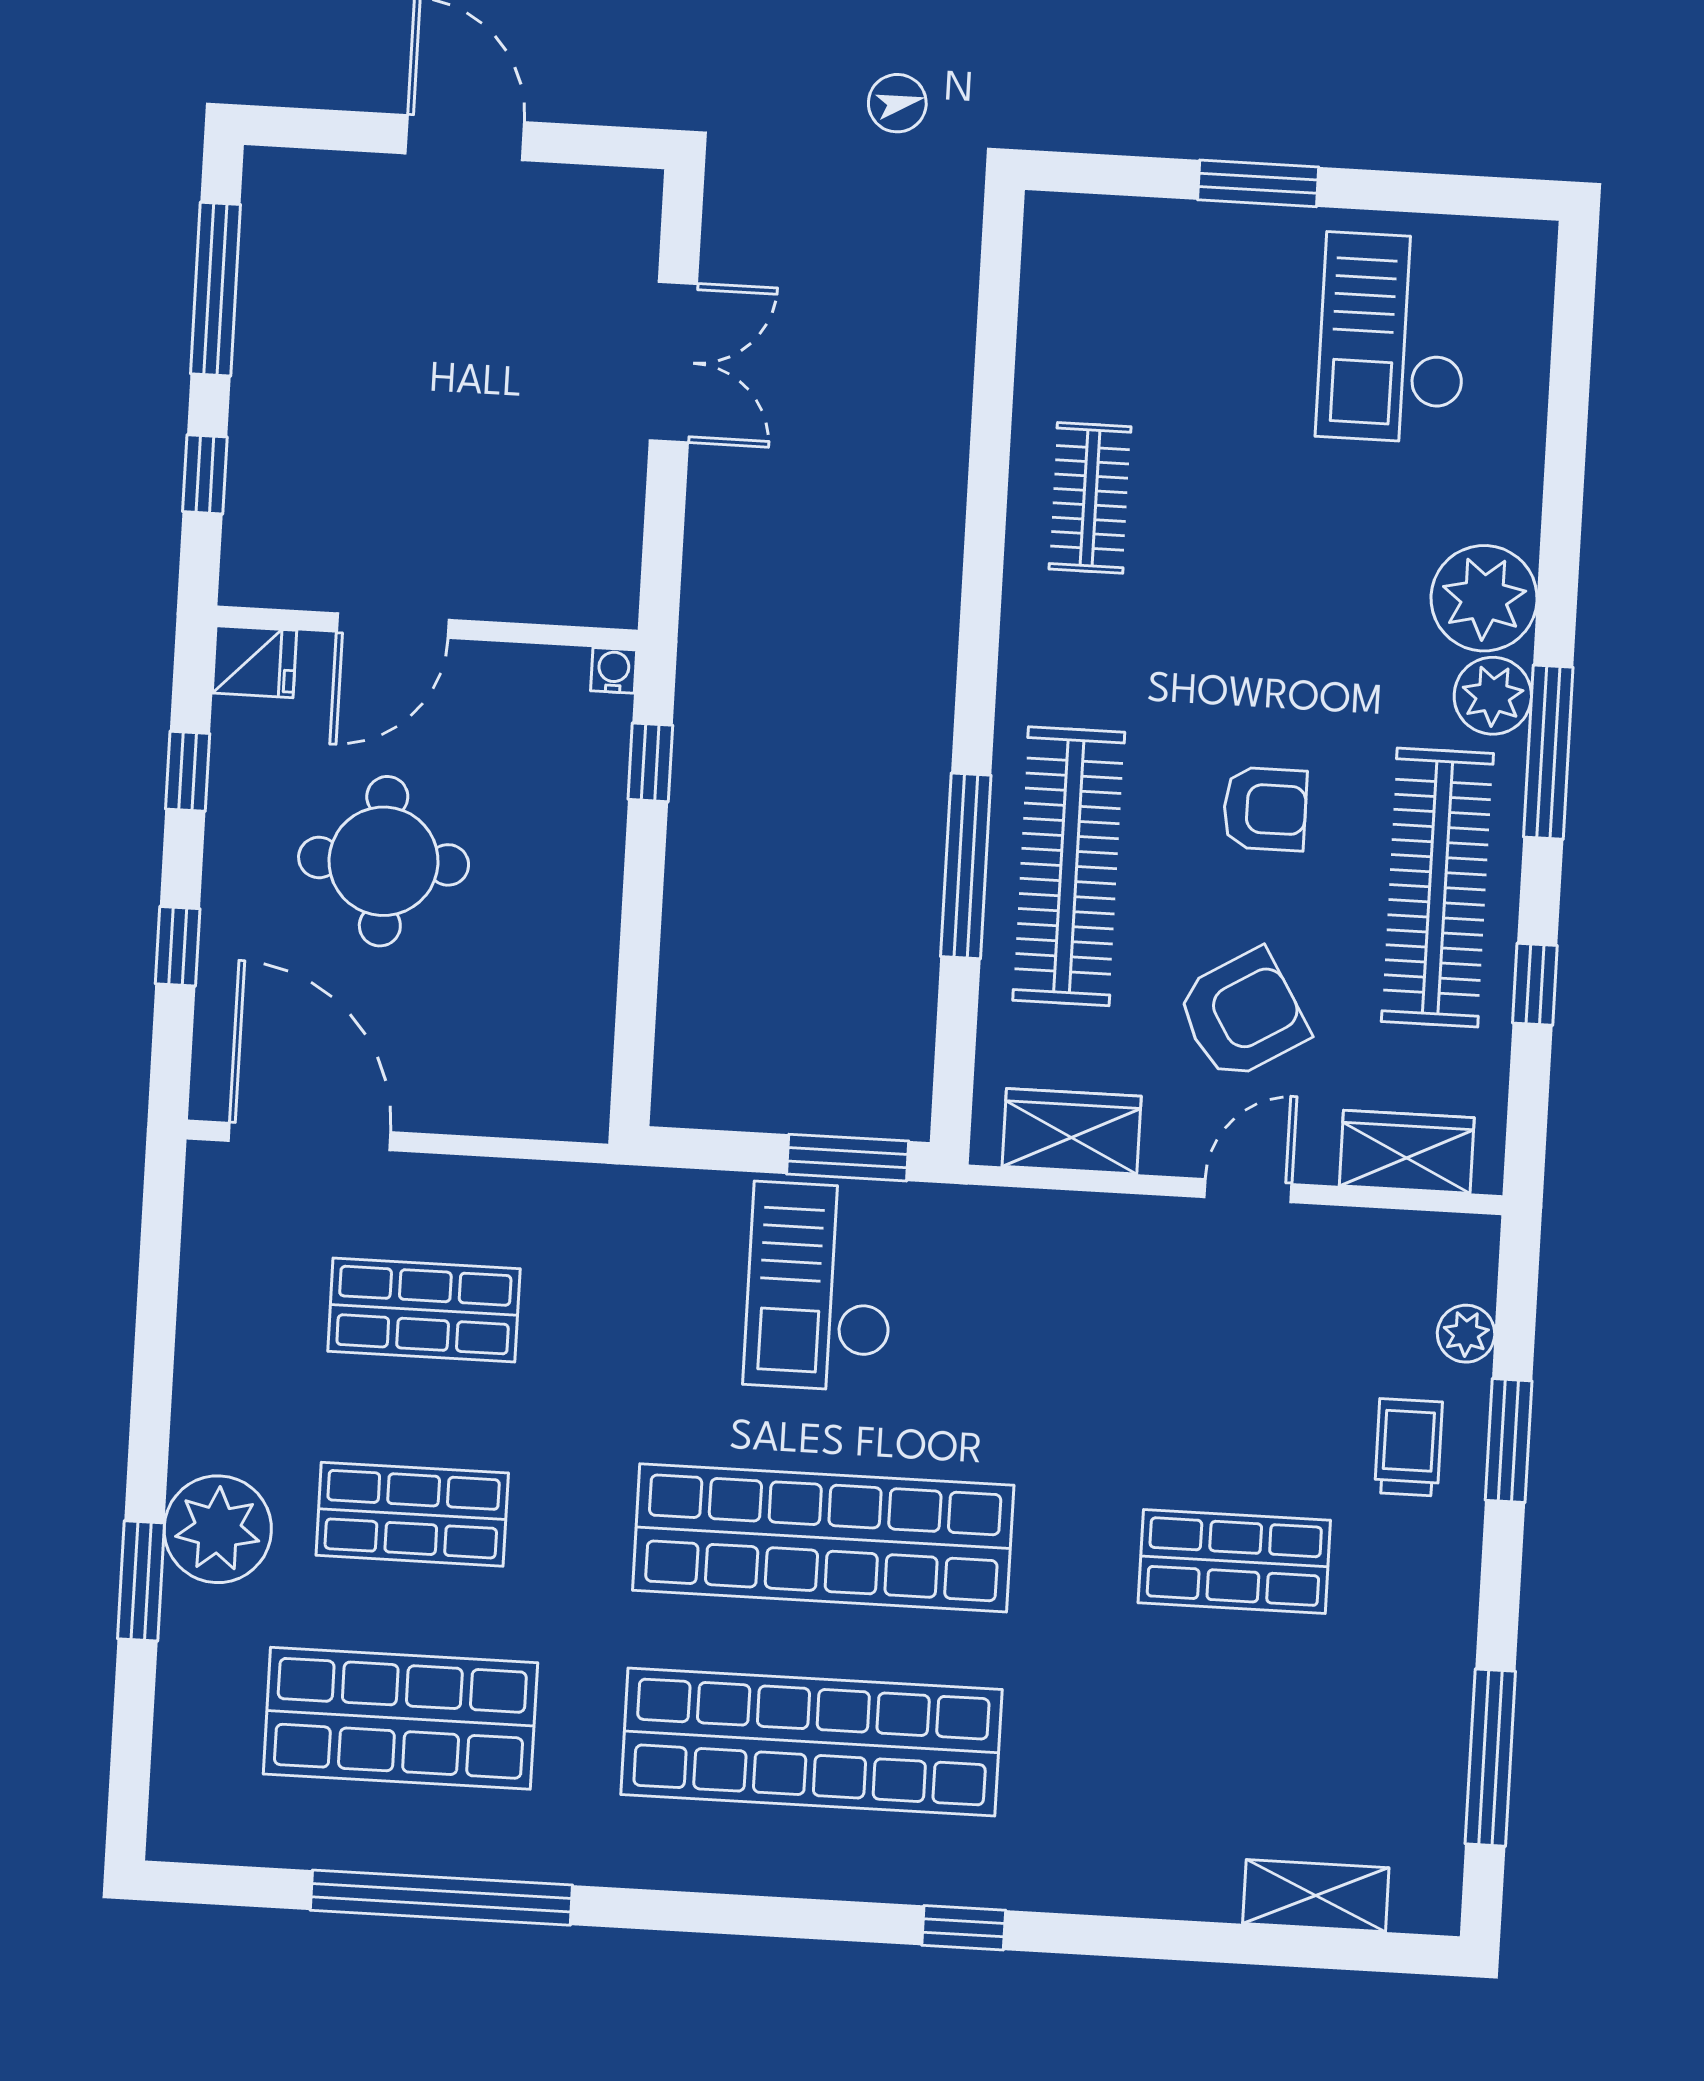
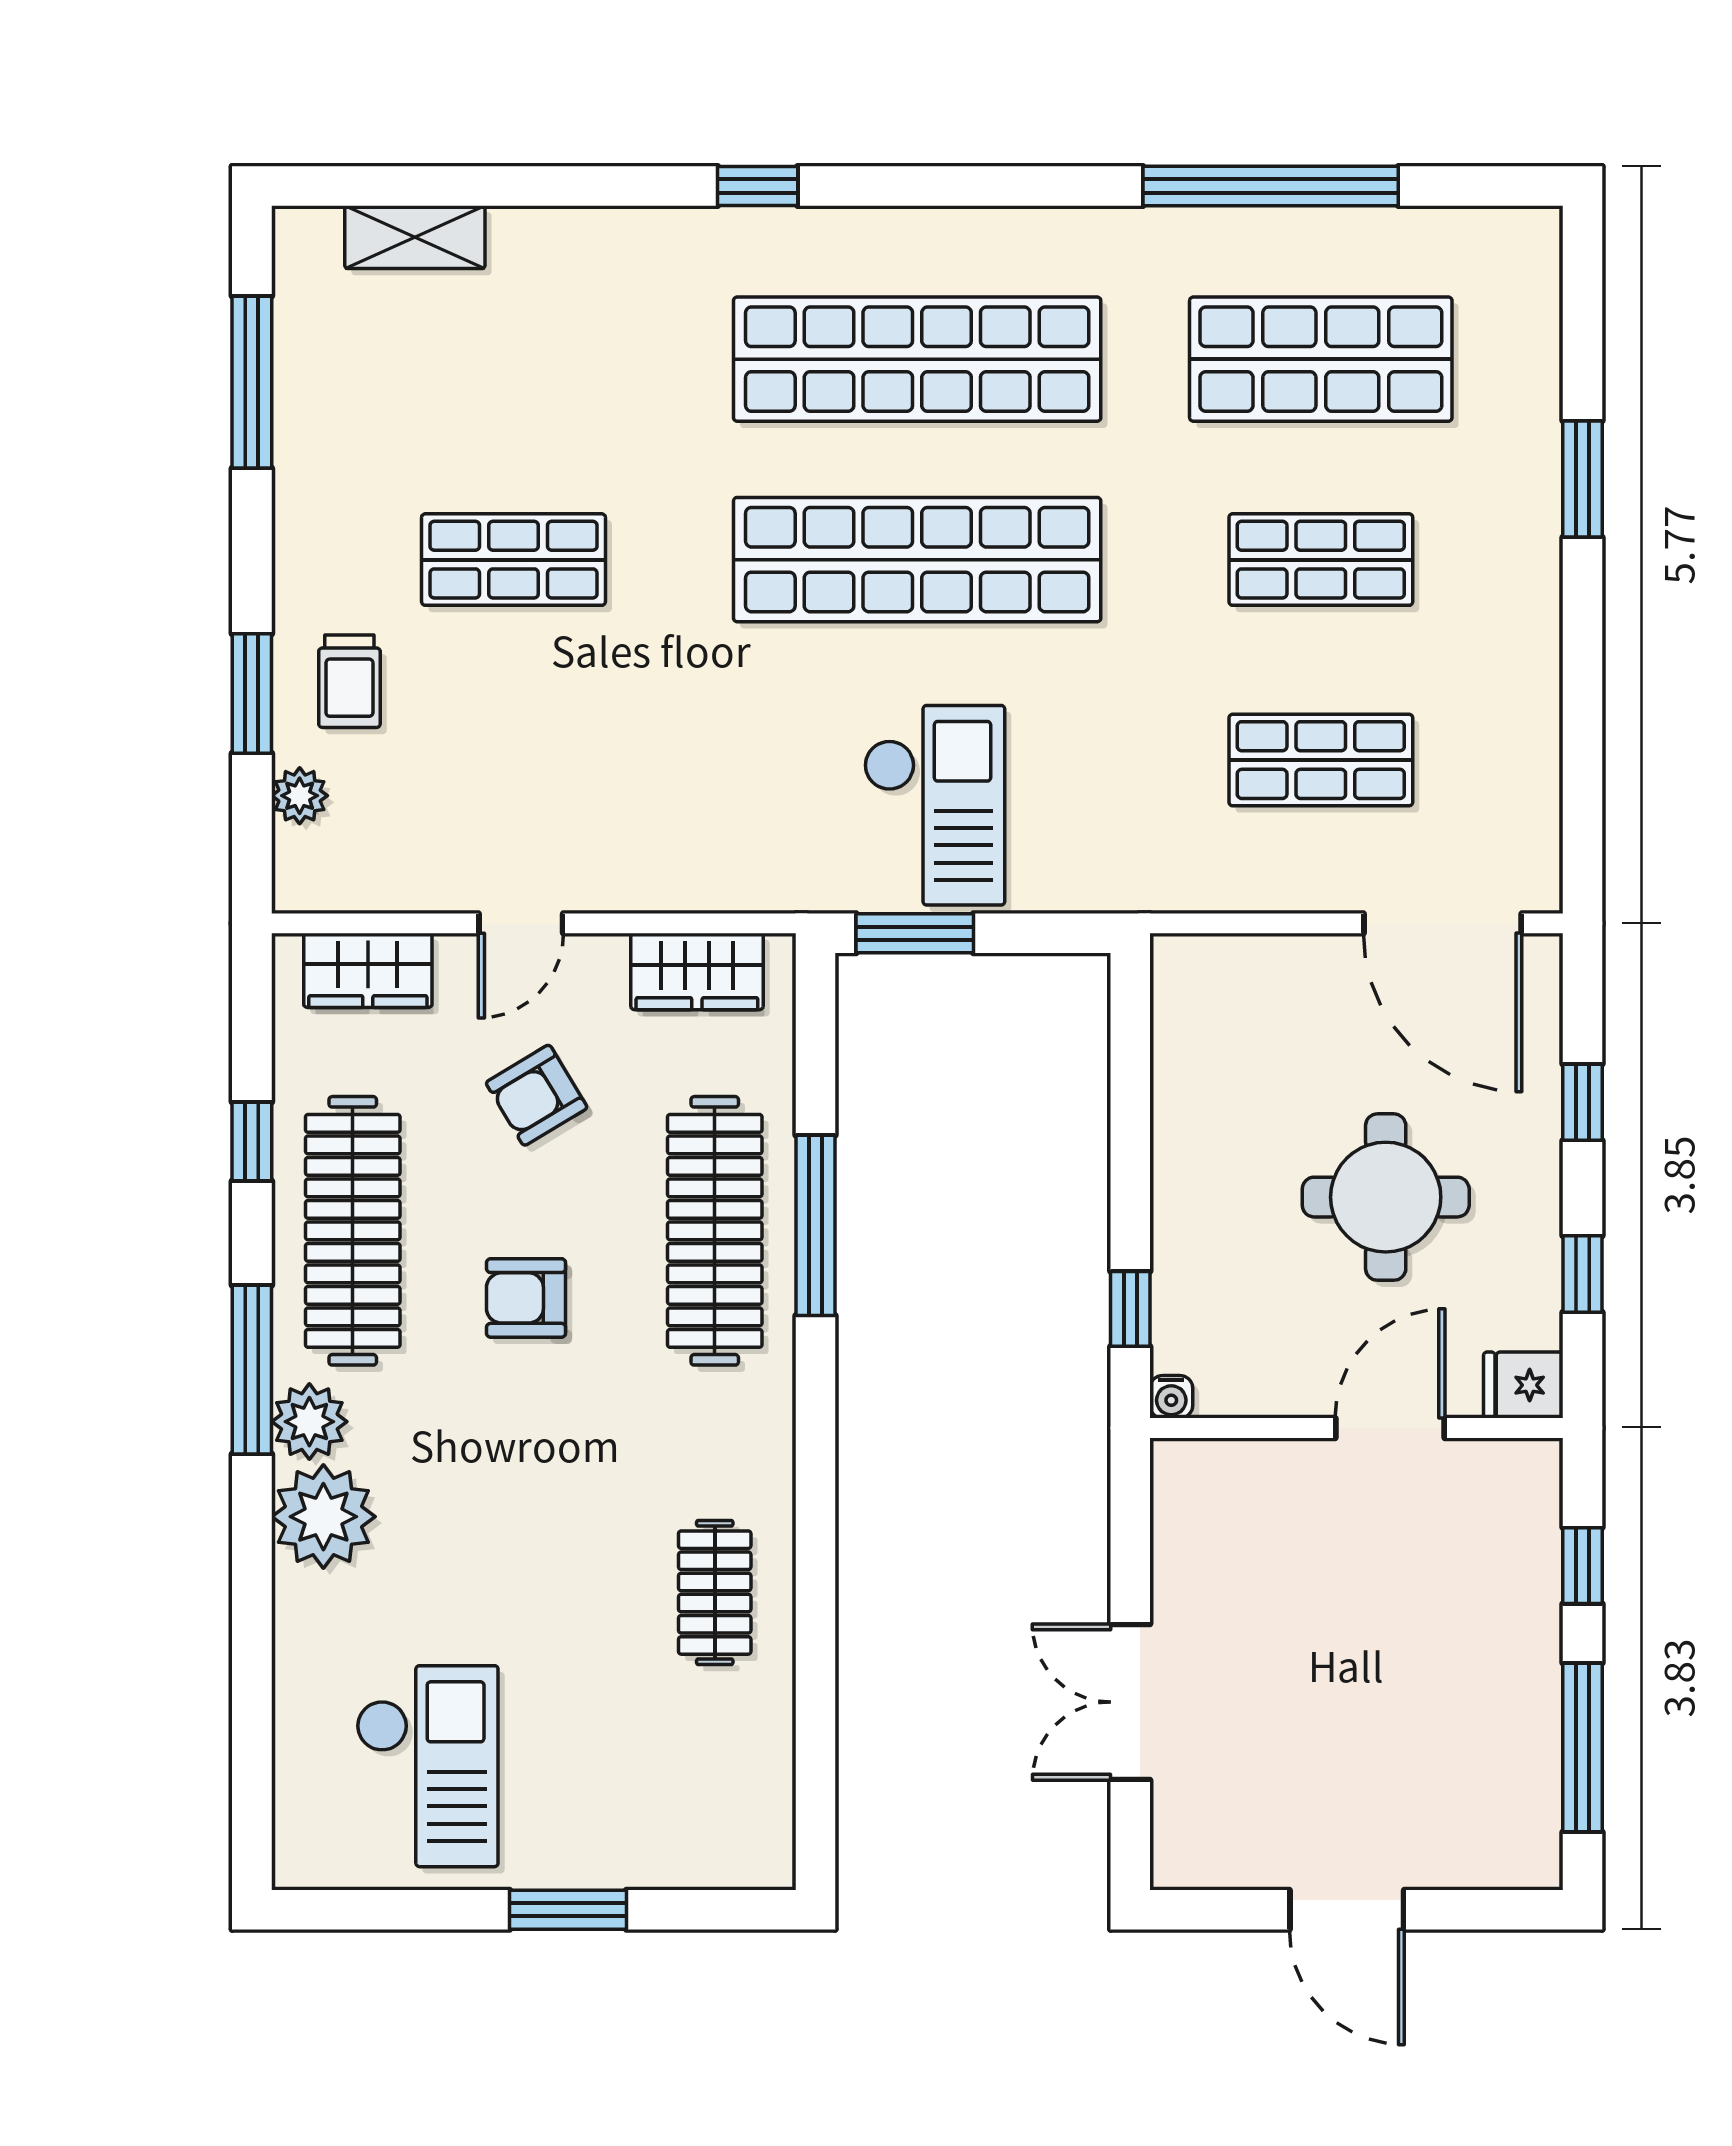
armchair: (1242, 1015) -> (537, 1095), width x0.72, depth x0.72
plant: (218, 1529) -> (1510, 534), removed

